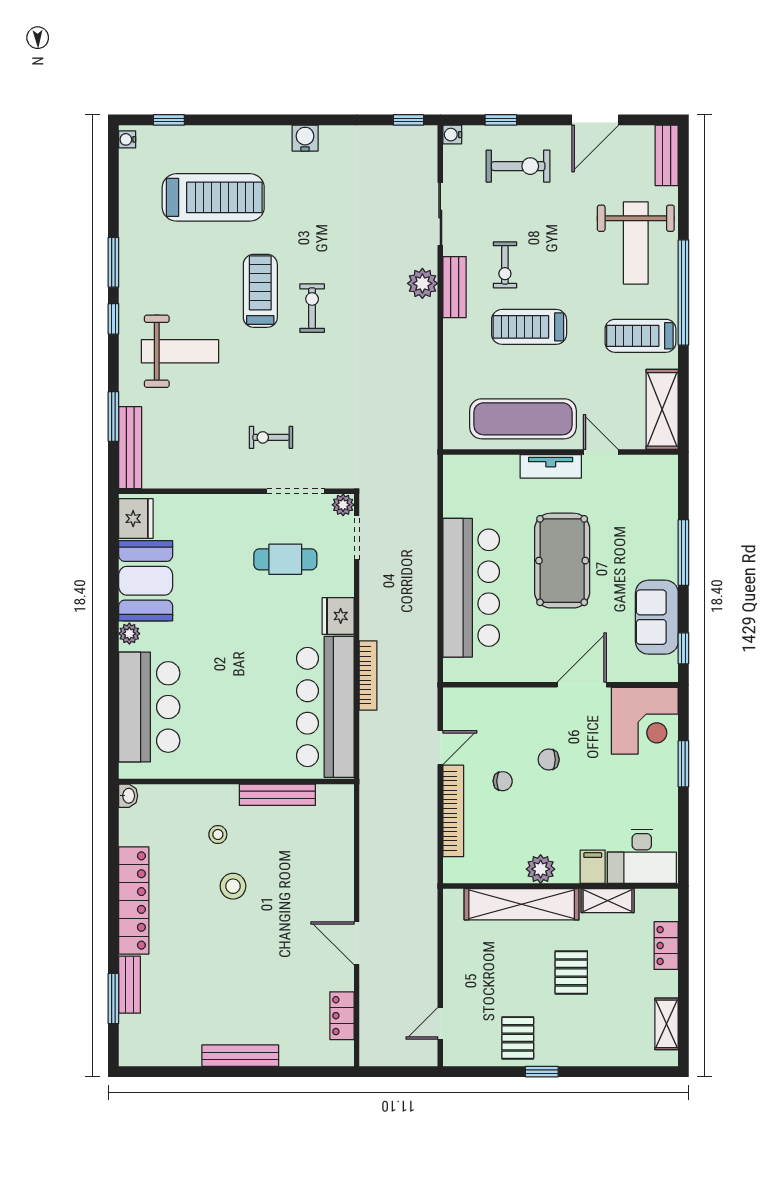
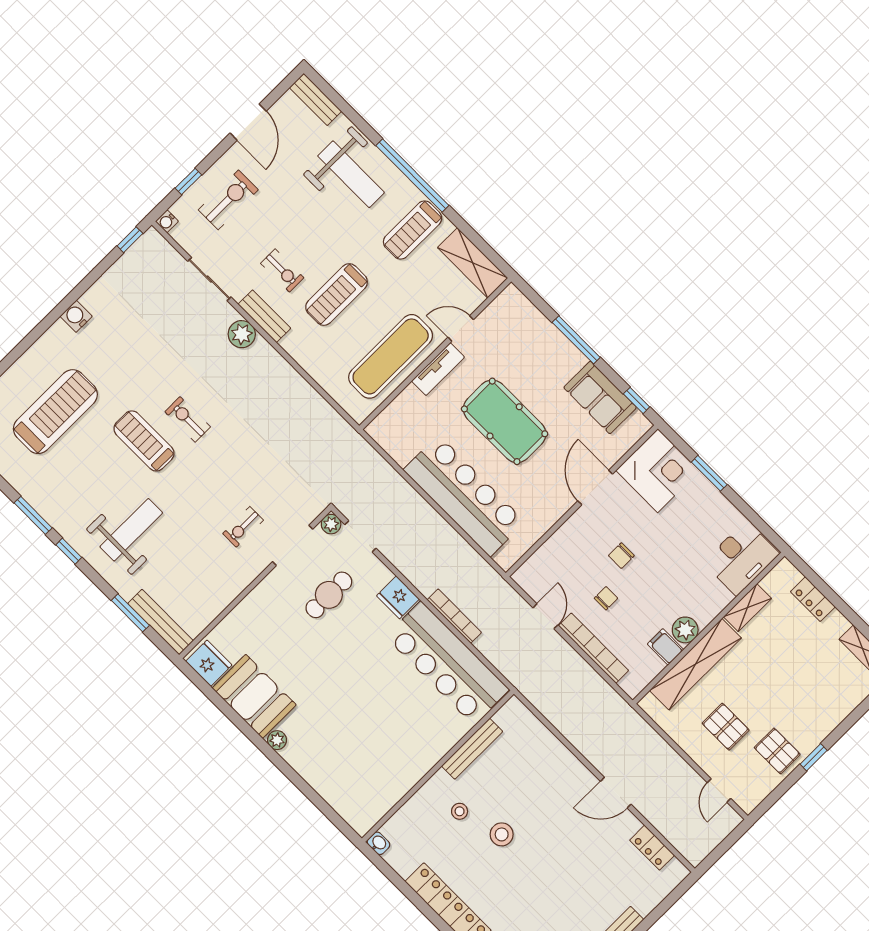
bar counter: (149, 707) -> (336, 774), removed
filing cabinet: (593, 867) -> (665, 647), moved
pallet: (571, 972) -> (726, 727), moved

